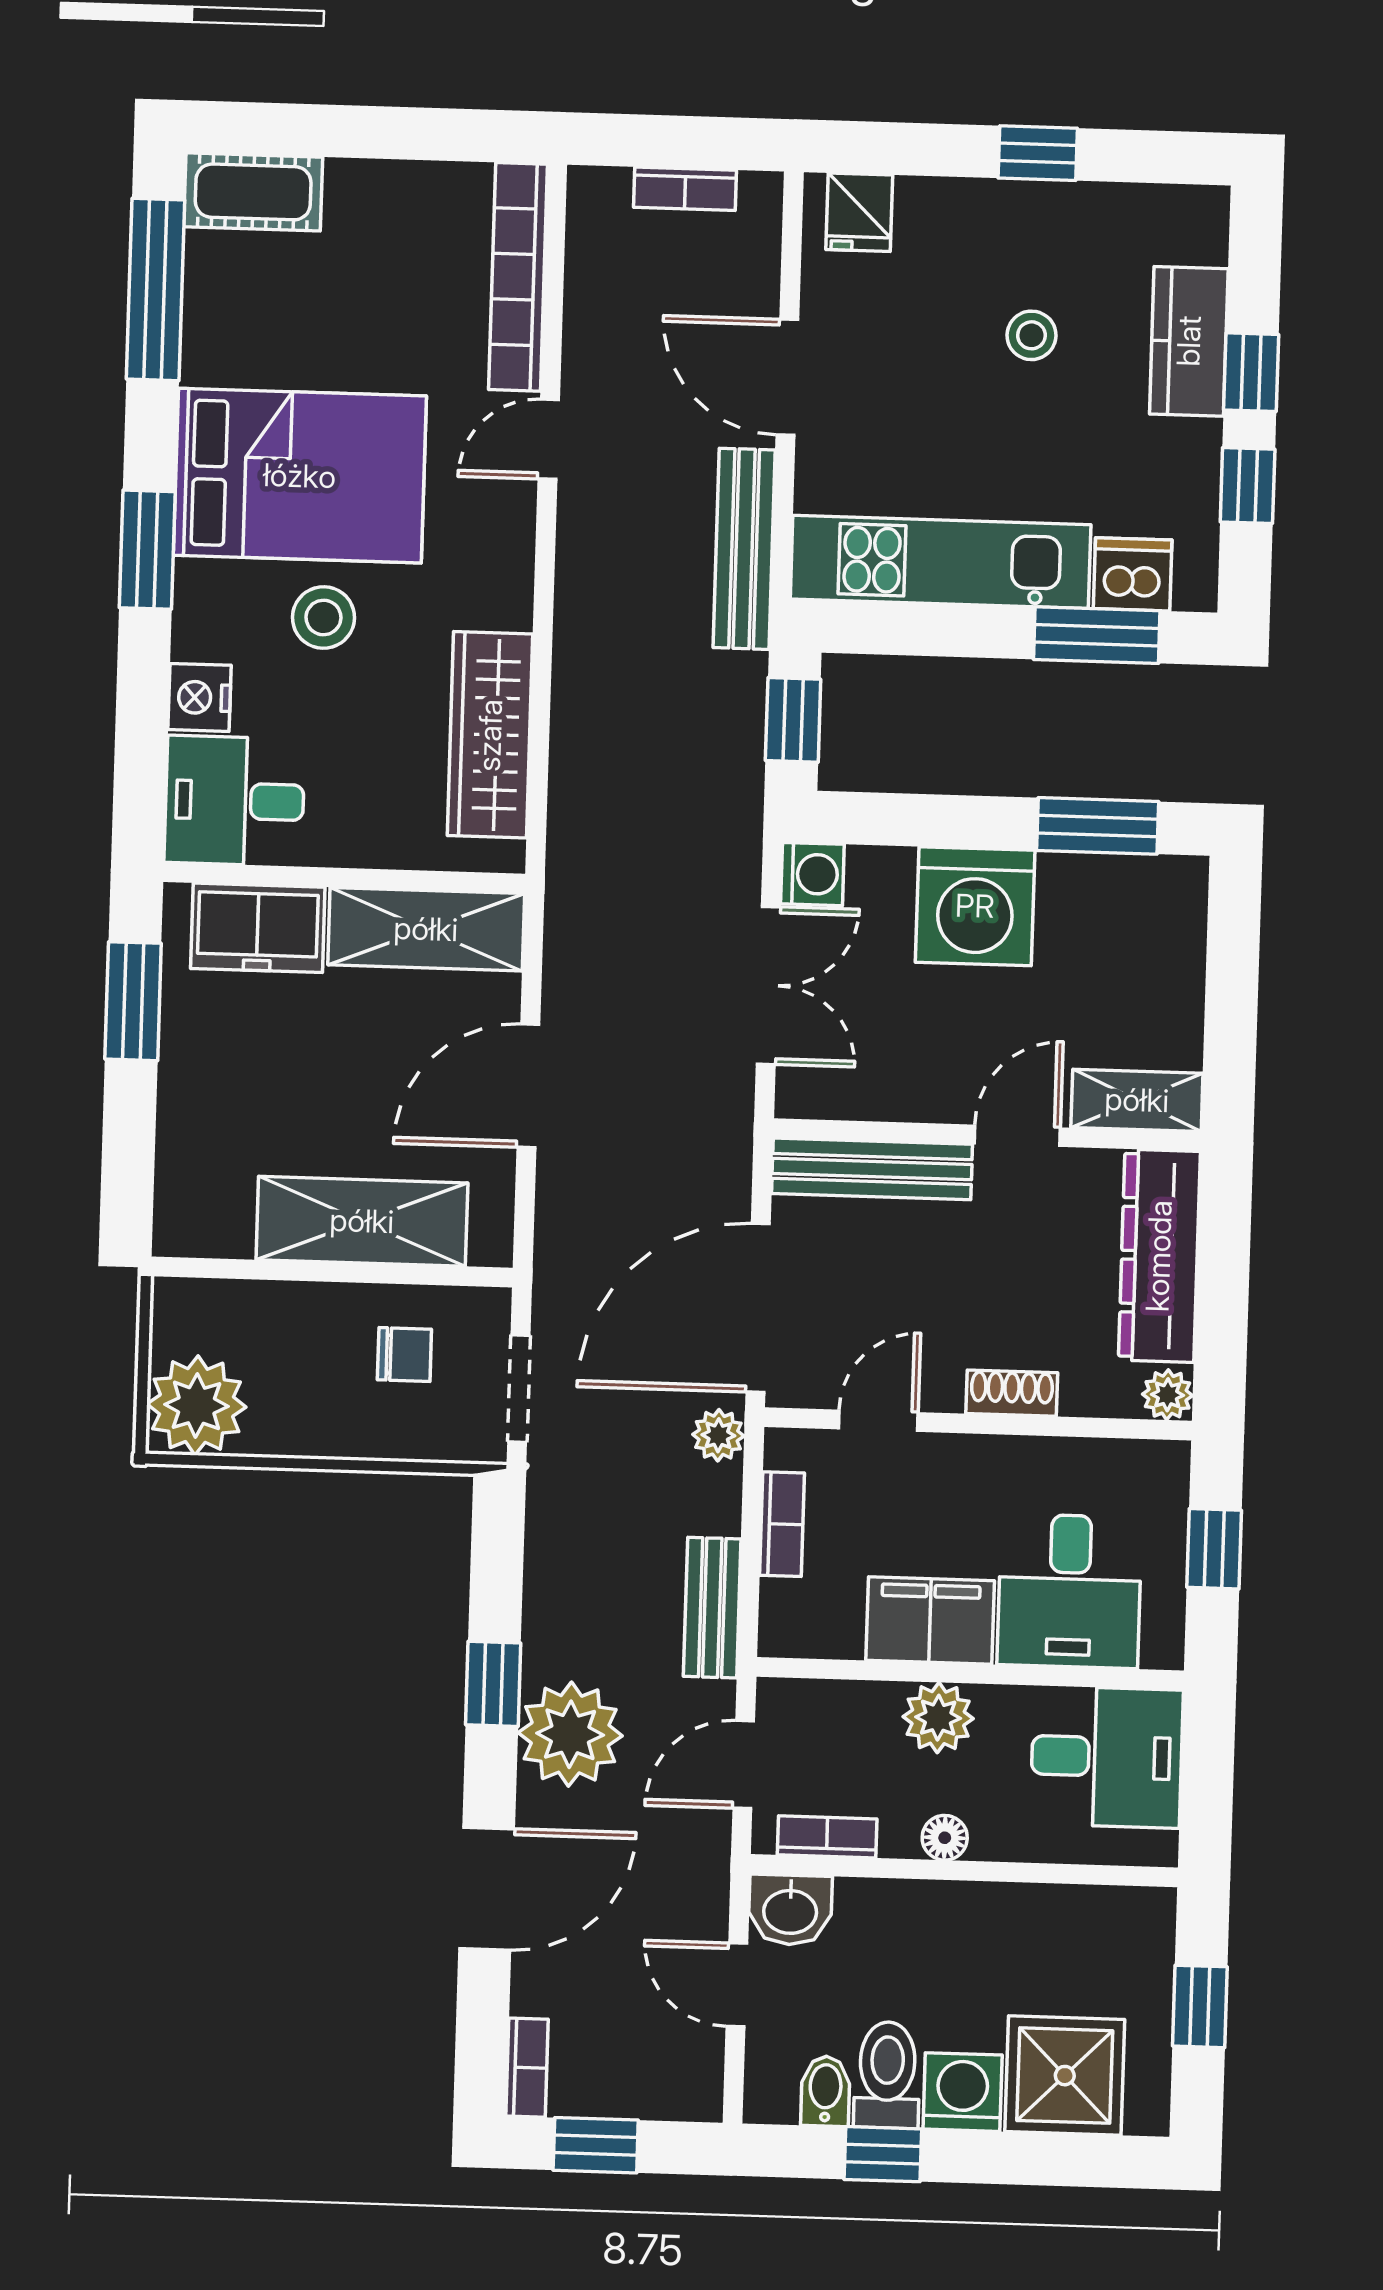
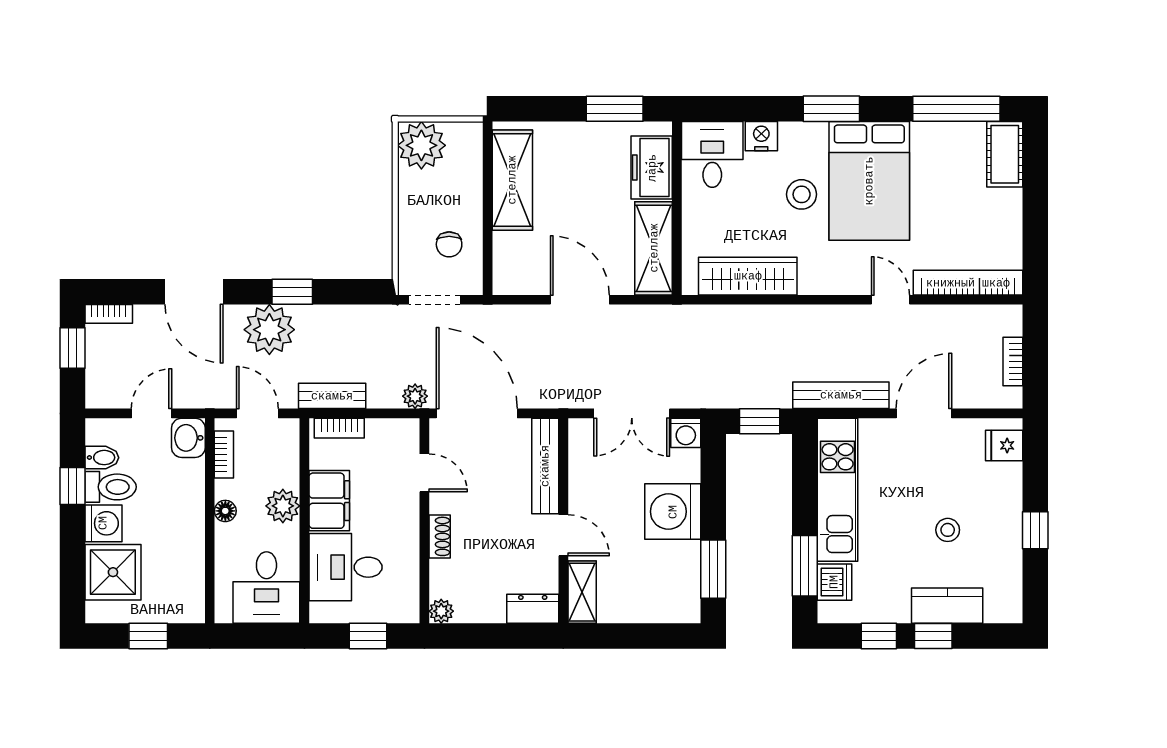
shelving: (362, 1221) -> (512, 180), moved
dresser: (1159, 1256) -> (533, 609), width x0.51, depth x0.80
bookcase: (782, 1524) -> (339, 428), moved

